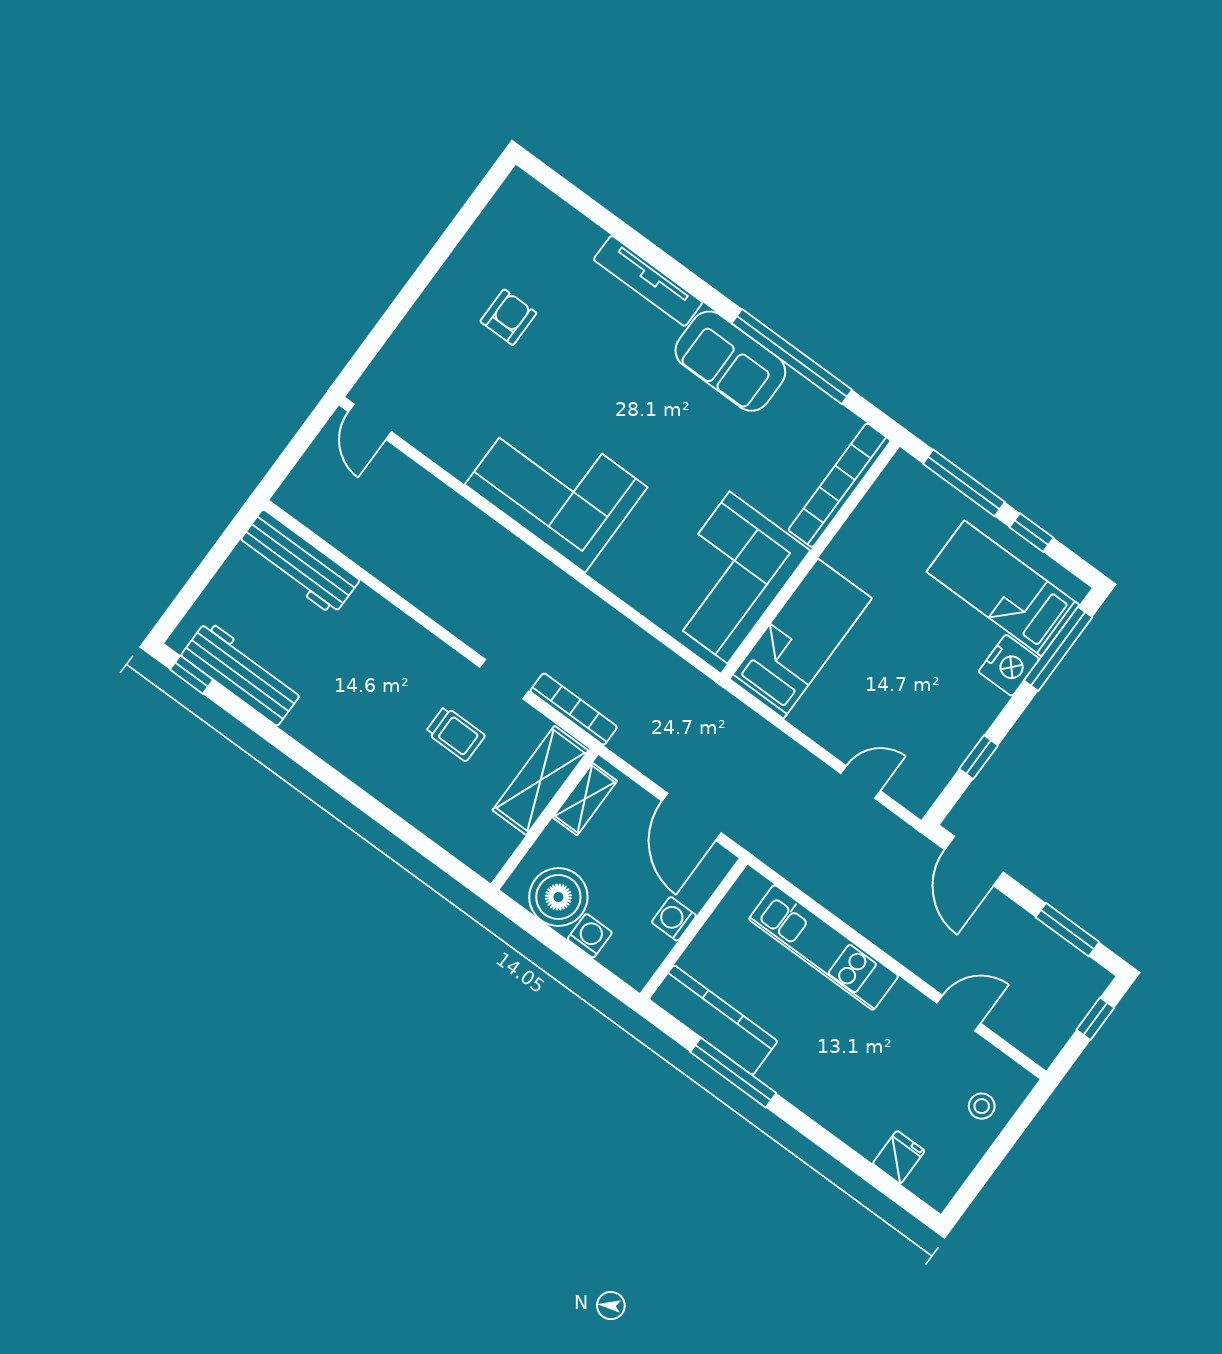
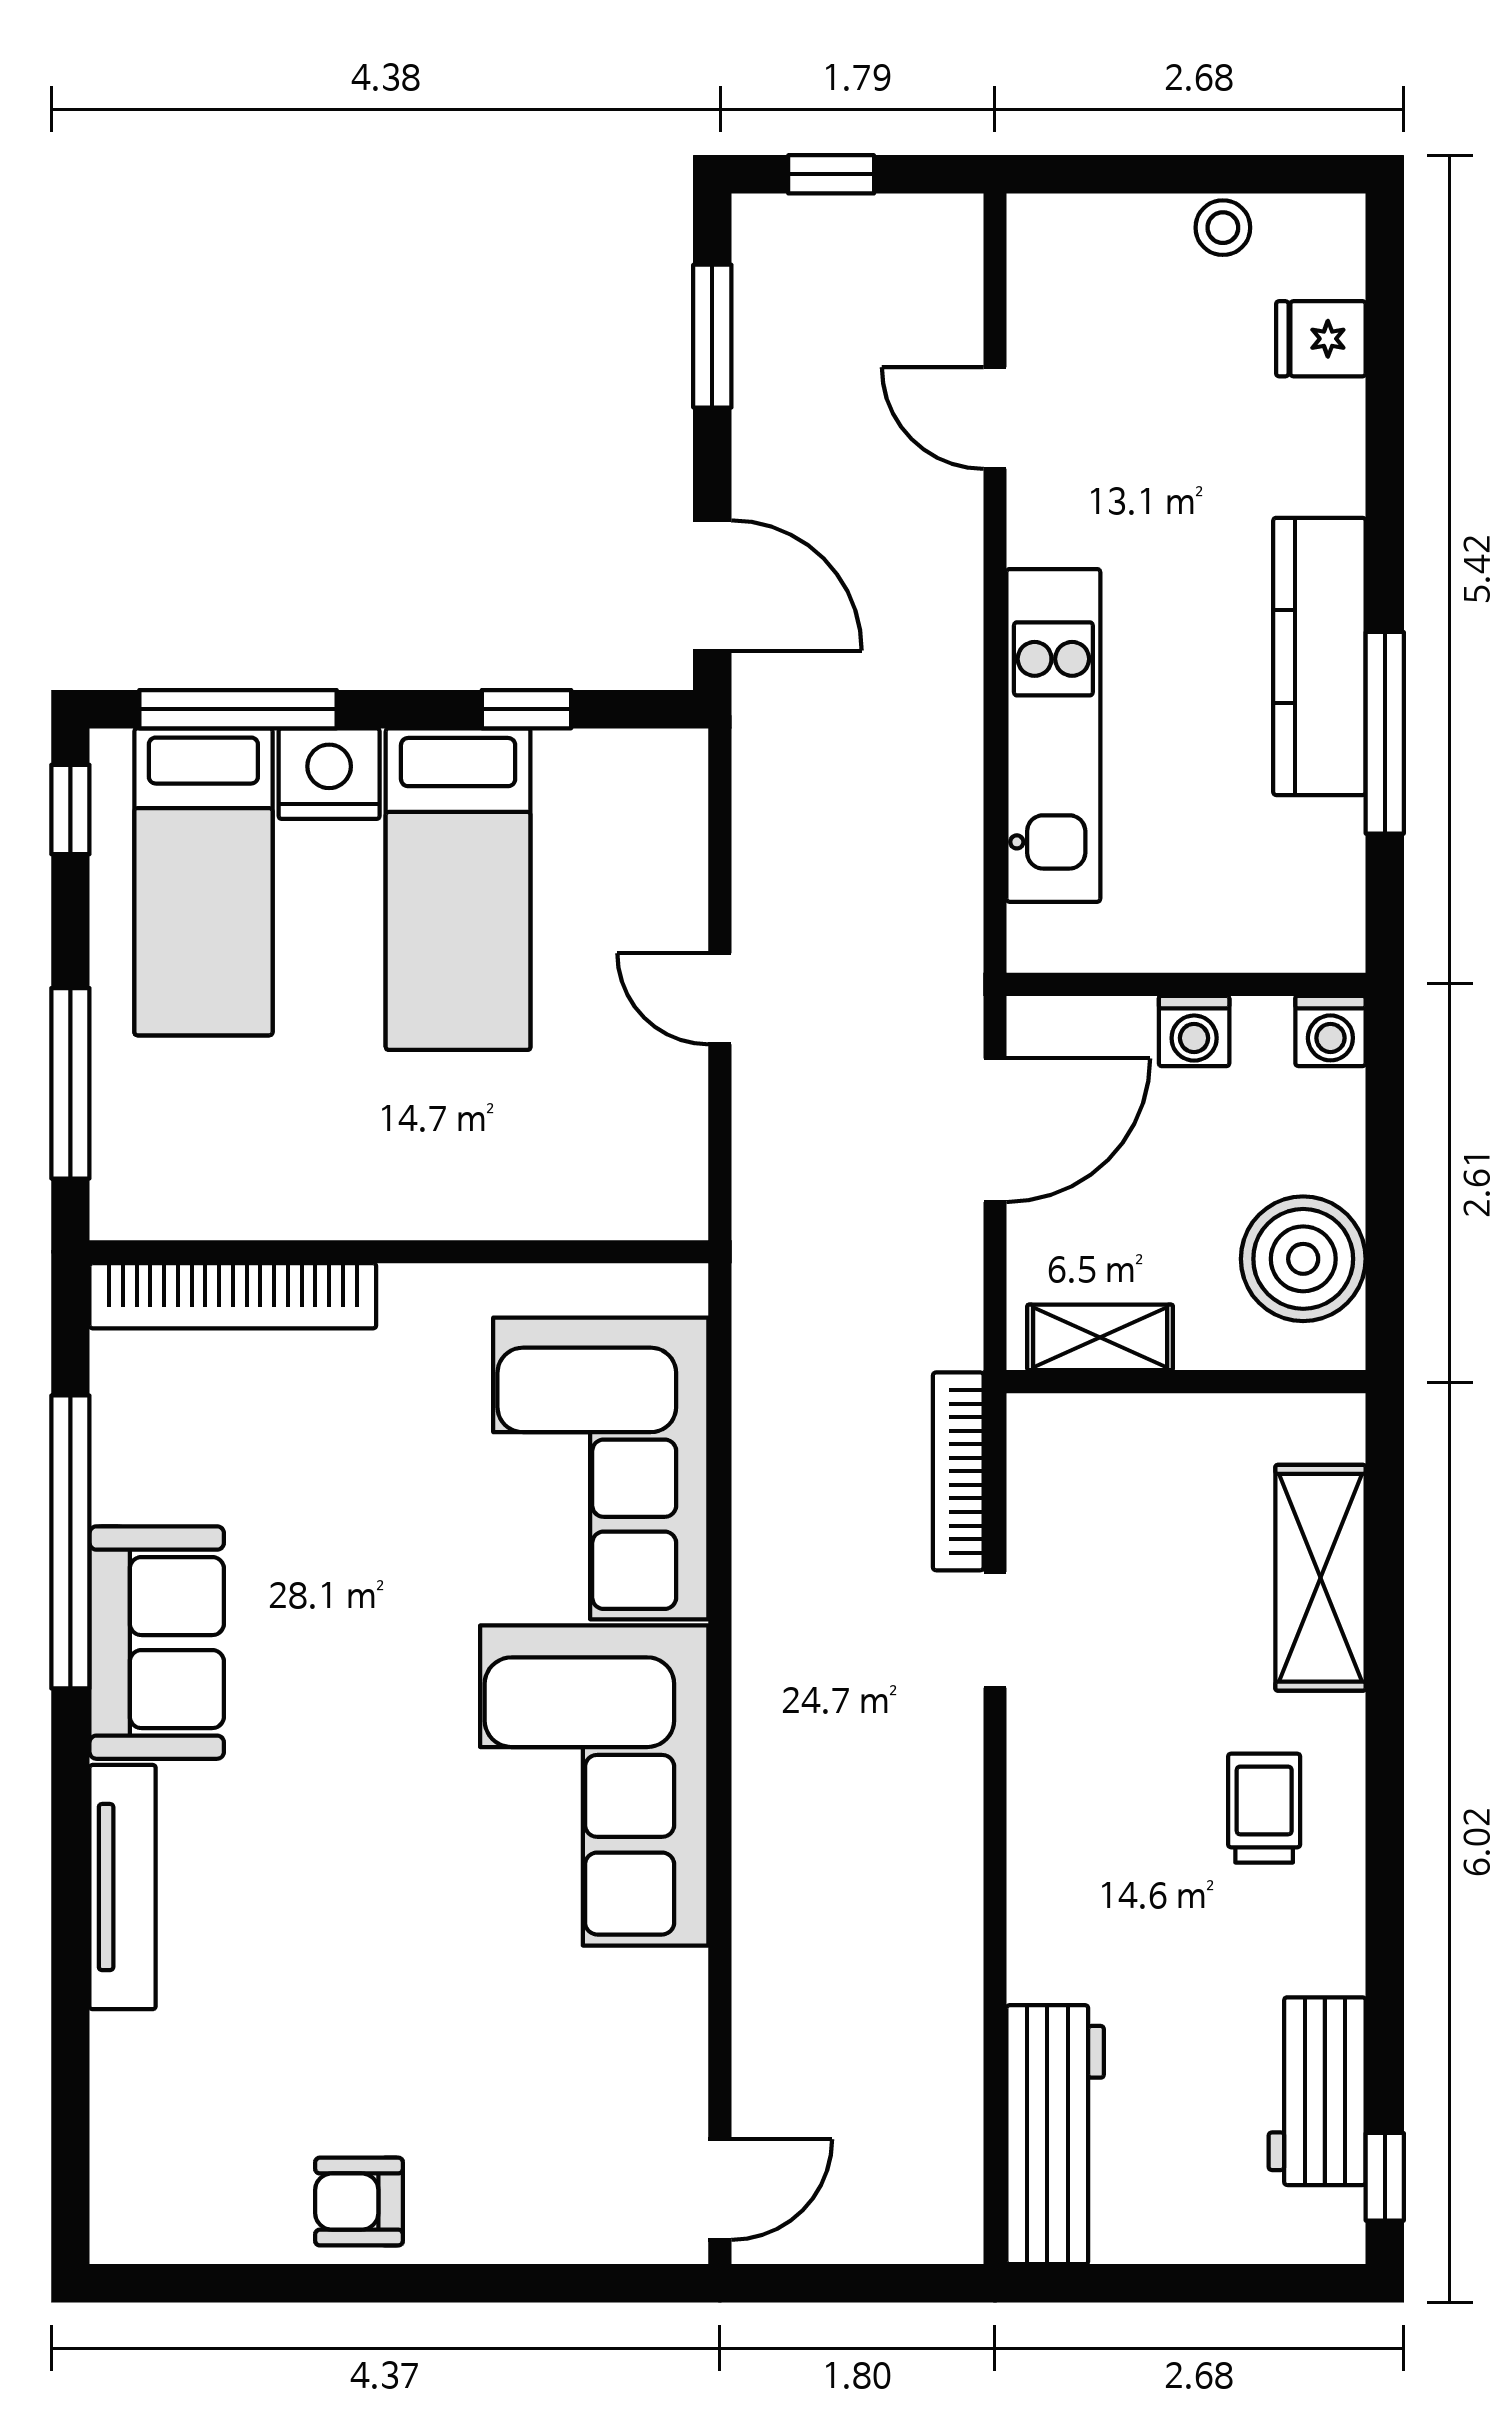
armchair: (508, 317) -> (359, 2202), moved
window: (1032, 533) -> (70, 809), moved
corner sofa: (729, 577) -> (601, 1468), moved, turned 90
bed: (801, 639) -> (458, 889), moved, turned -90
workbench: (242, 673) -> (1317, 2091), width x0.73
trolley: (455, 734) -> (1264, 1808), moved
shelving: (540, 780) -> (1320, 1578), moved, turned 90
door: (861, 782) -> (720, 999), moved
door: (974, 861) -> (712, 585), hinge flipped
washing machine: (590, 936) -> (1330, 1031), moved, turned -90
kitchen counter: (713, 1020) -> (1319, 656), moved
stool: (982, 1106) -> (1223, 228), moved

